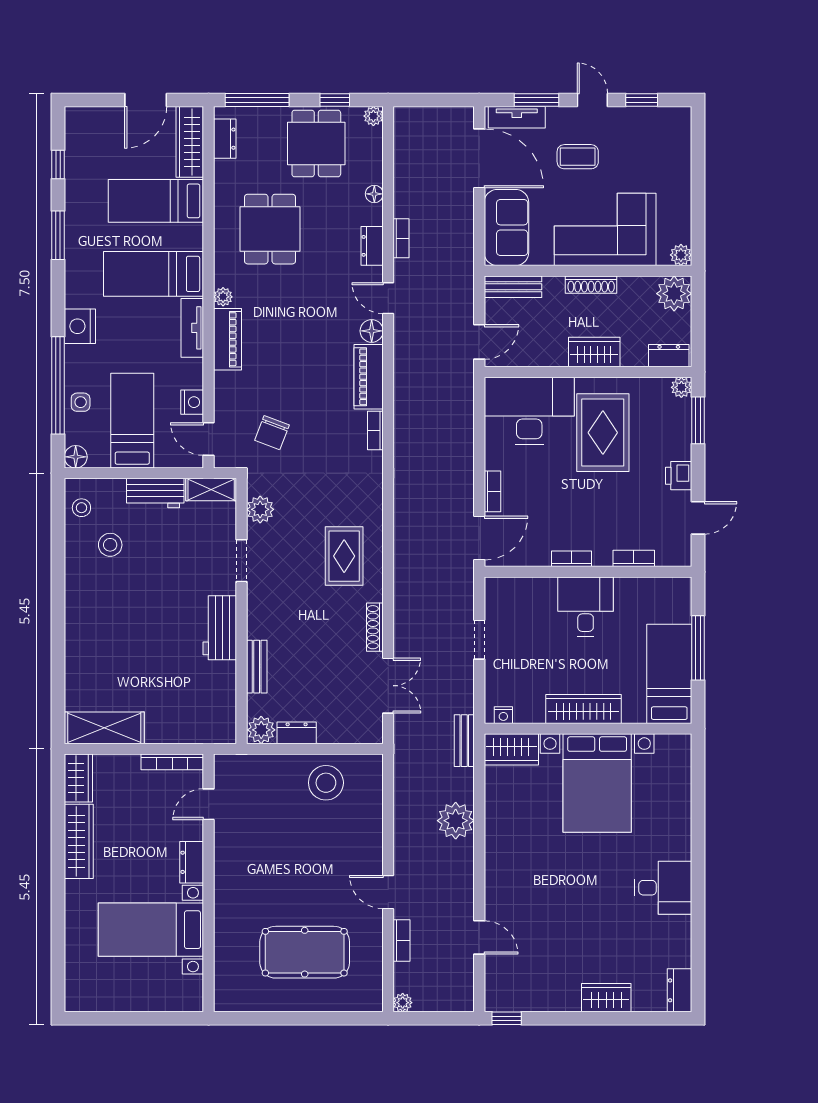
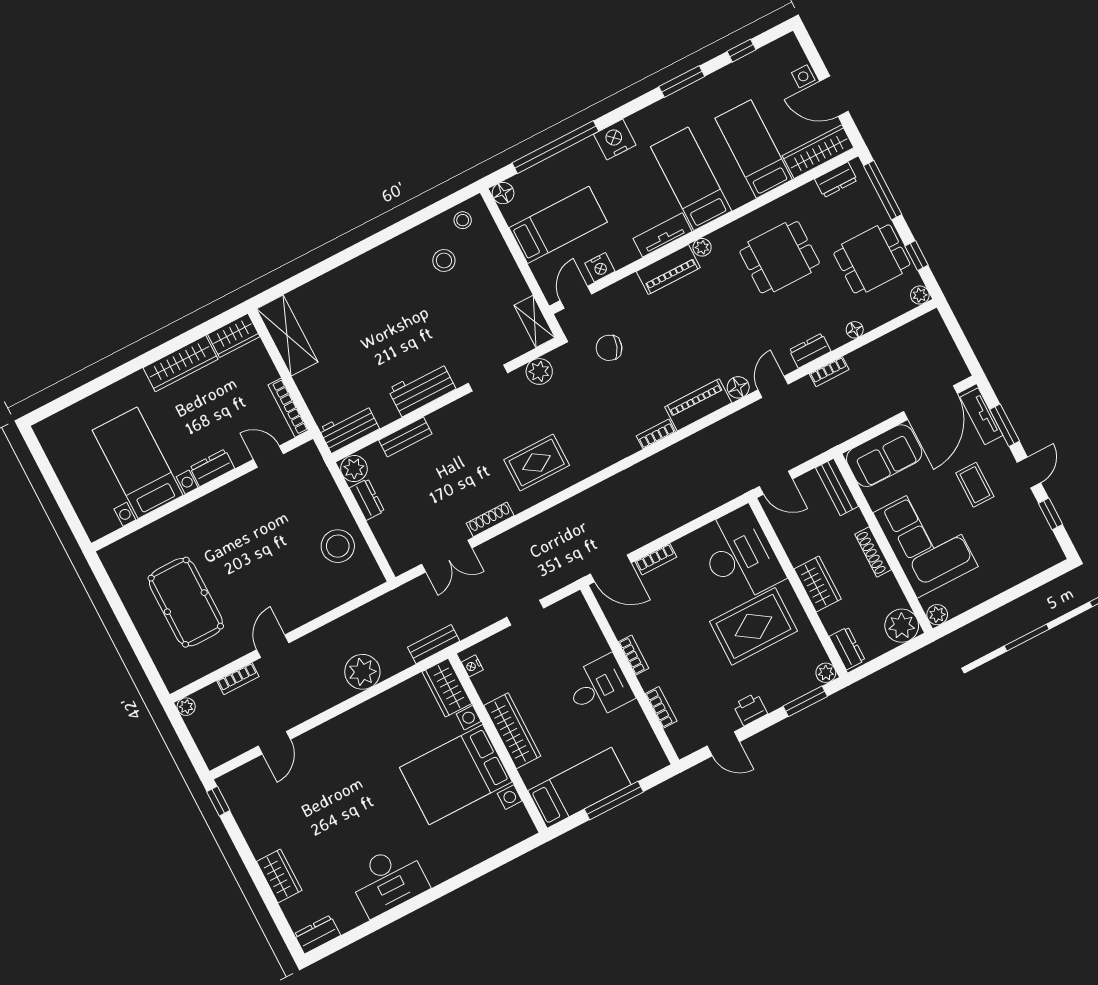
side table: (81, 402) -> (803, 76), moved
workbench: (155, 493) -> (349, 429), moved, turned 90
desk: (663, 888) -> (388, 880), width x1.37

